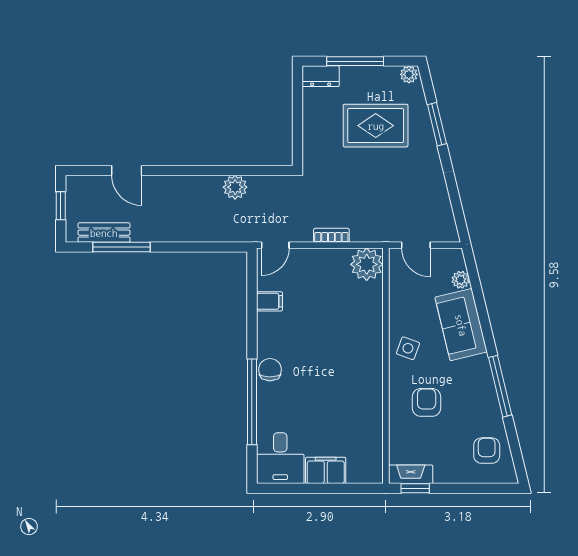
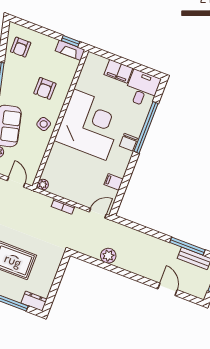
plant: (367, 264) -> (43, 185), width x0.53, depth x0.53
corner desk: (338, 374) -> (90, 125), added

